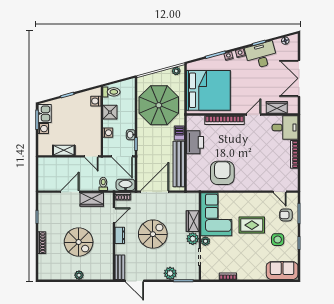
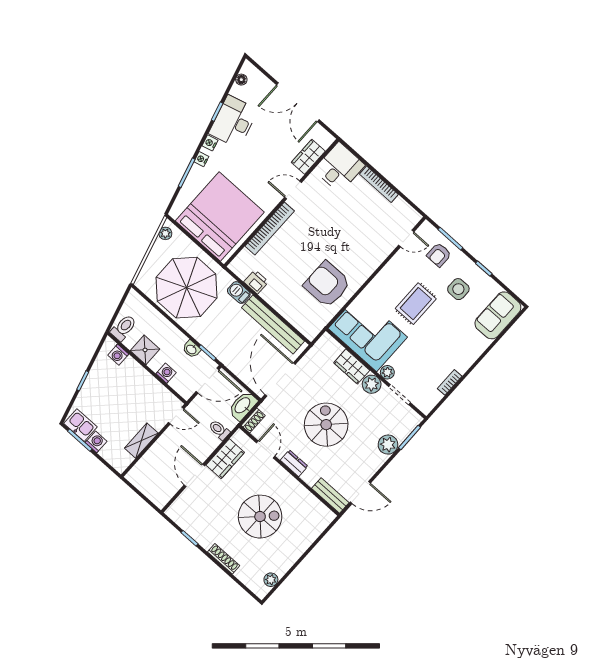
door: (254, 115) -> (293, 190), hinge flipped
printer: (195, 142) -> (256, 282), width x0.53, depth x0.68
plant: (79, 275) -> (271, 580), moved

